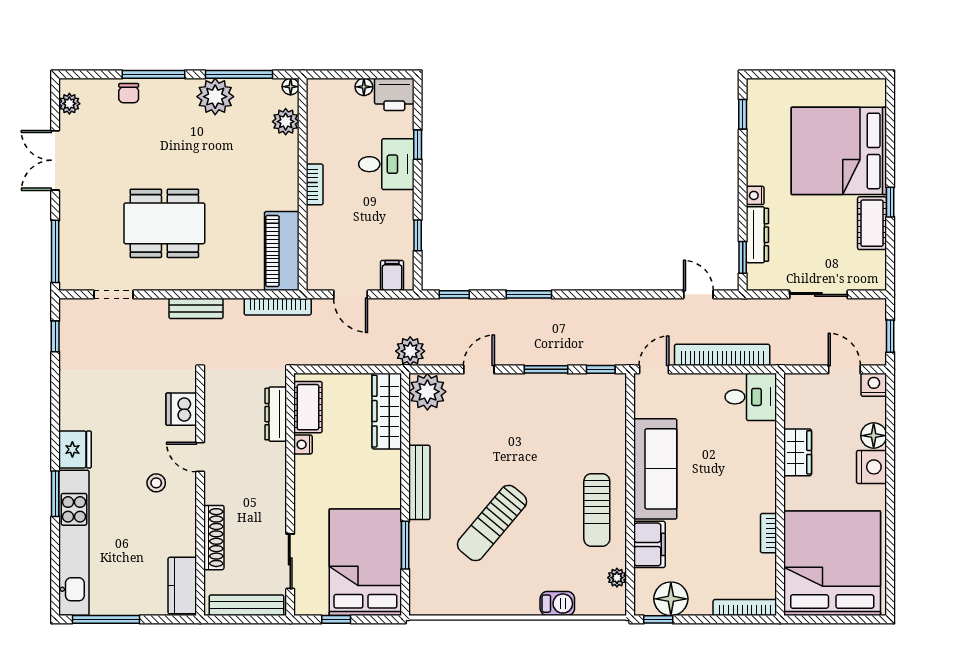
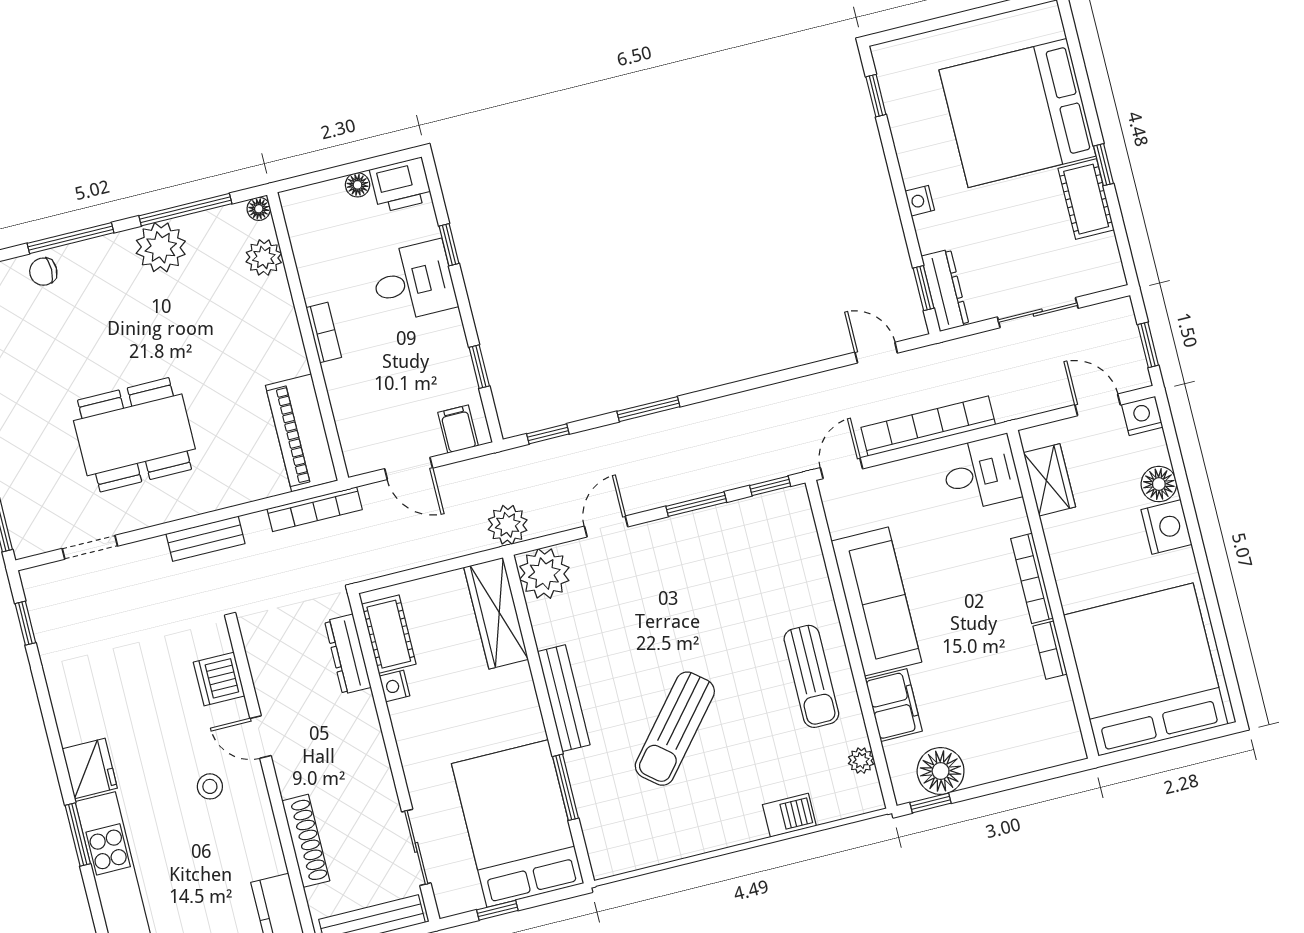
chair: (129, 93) -> (43, 272), turned 90
dresser: (757, 235) -> (945, 290), moved
wardrobe: (798, 452) -> (1049, 480), moved
bookcase: (745, 608) -> (1032, 578), moved, turned -90

